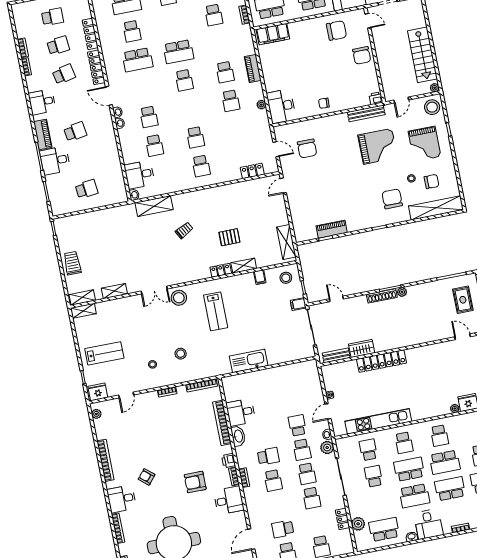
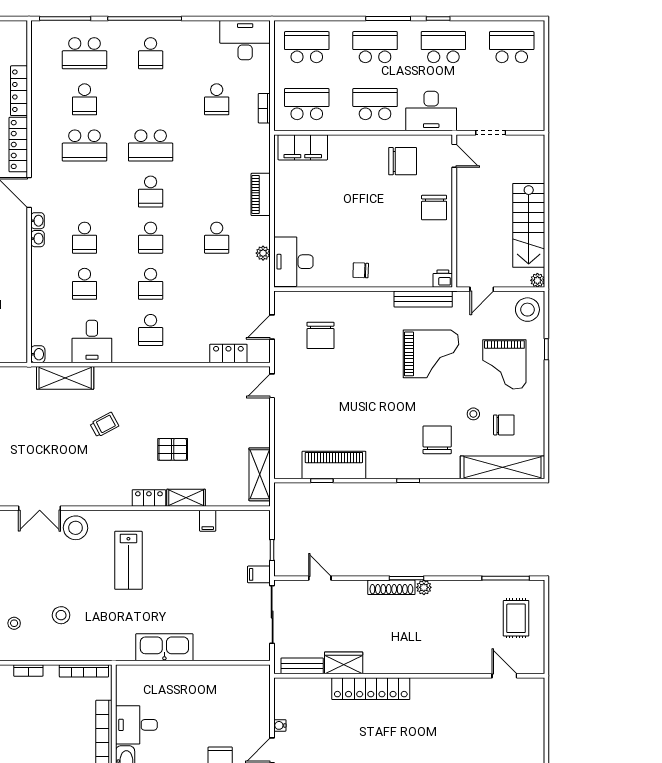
school desk: (225, 72) -> (151, 238), moved
door: (276, 149) -> (272, 327), swing flipped
desk: (140, 175) -> (92, 341), moved, turned -90
piano: (332, 229) -> (334, 465), width x1.37, depth x1.33
stool: (286, 278) -> (248, 530), removed

